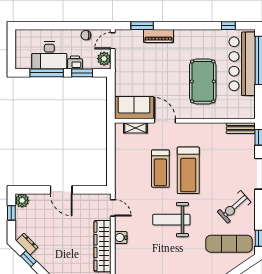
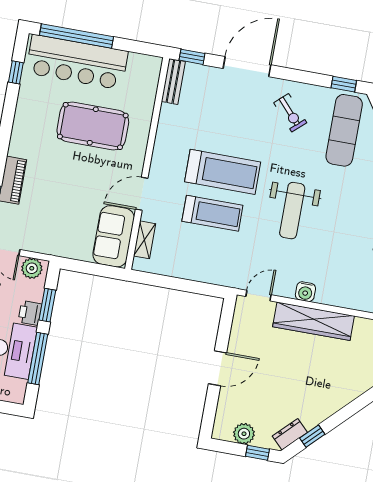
plant: (22, 200) -> (244, 434), moved
exercise bike: (234, 207) -> (290, 113), width x0.73, depth x0.72
window: (11, 213) -> (257, 453), moved

